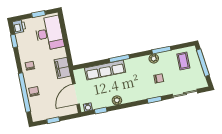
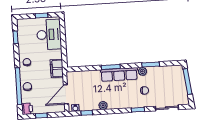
printer: (19, 26) -> (27, 109), moved
coffee table: (183, 61) -> (170, 77), removed
row of seats: (105, 70) -> (119, 74), moved

